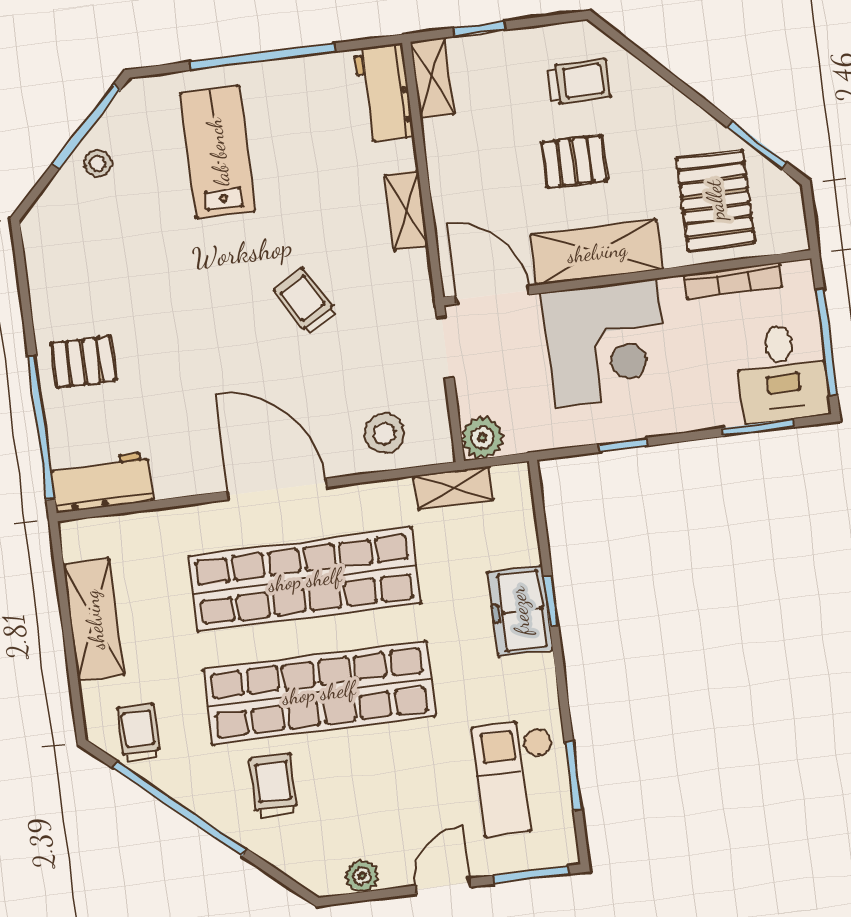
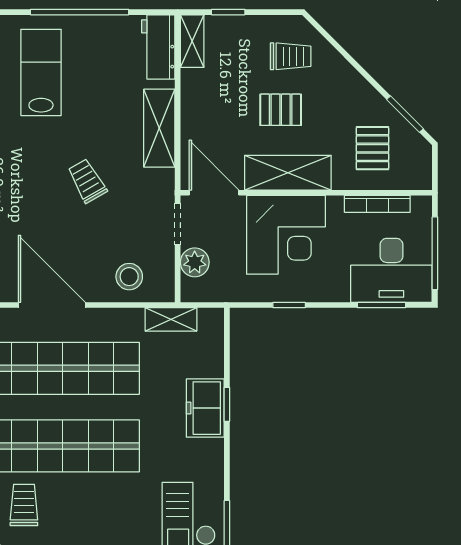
pallet: (715, 200) -> (372, 148), width x0.67, depth x0.71
shelving: (406, 210) -> (159, 128), width x1.50, depth x1.33
desk: (782, 373) -> (391, 270), width x1.37
plant: (482, 437) -> (195, 262), moved

